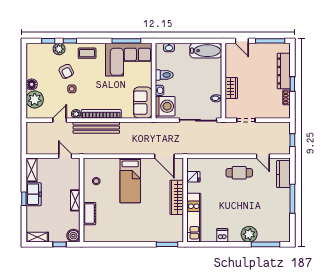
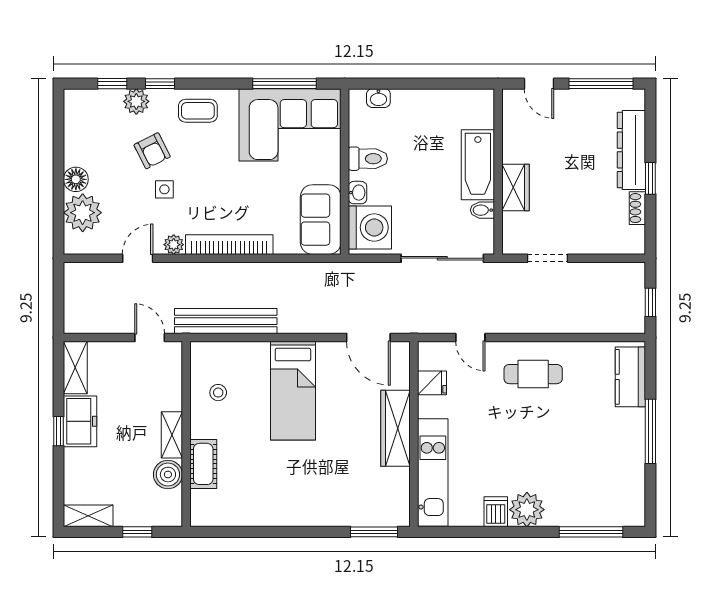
bathtub: (206, 51) -> (478, 165), moved, turned 90
bench: (96, 128) -> (226, 321), moved
door: (263, 156) -> (470, 337), moved
plant: (249, 234) -> (527, 510), moved
boiler: (73, 236) -> (168, 475), moved

